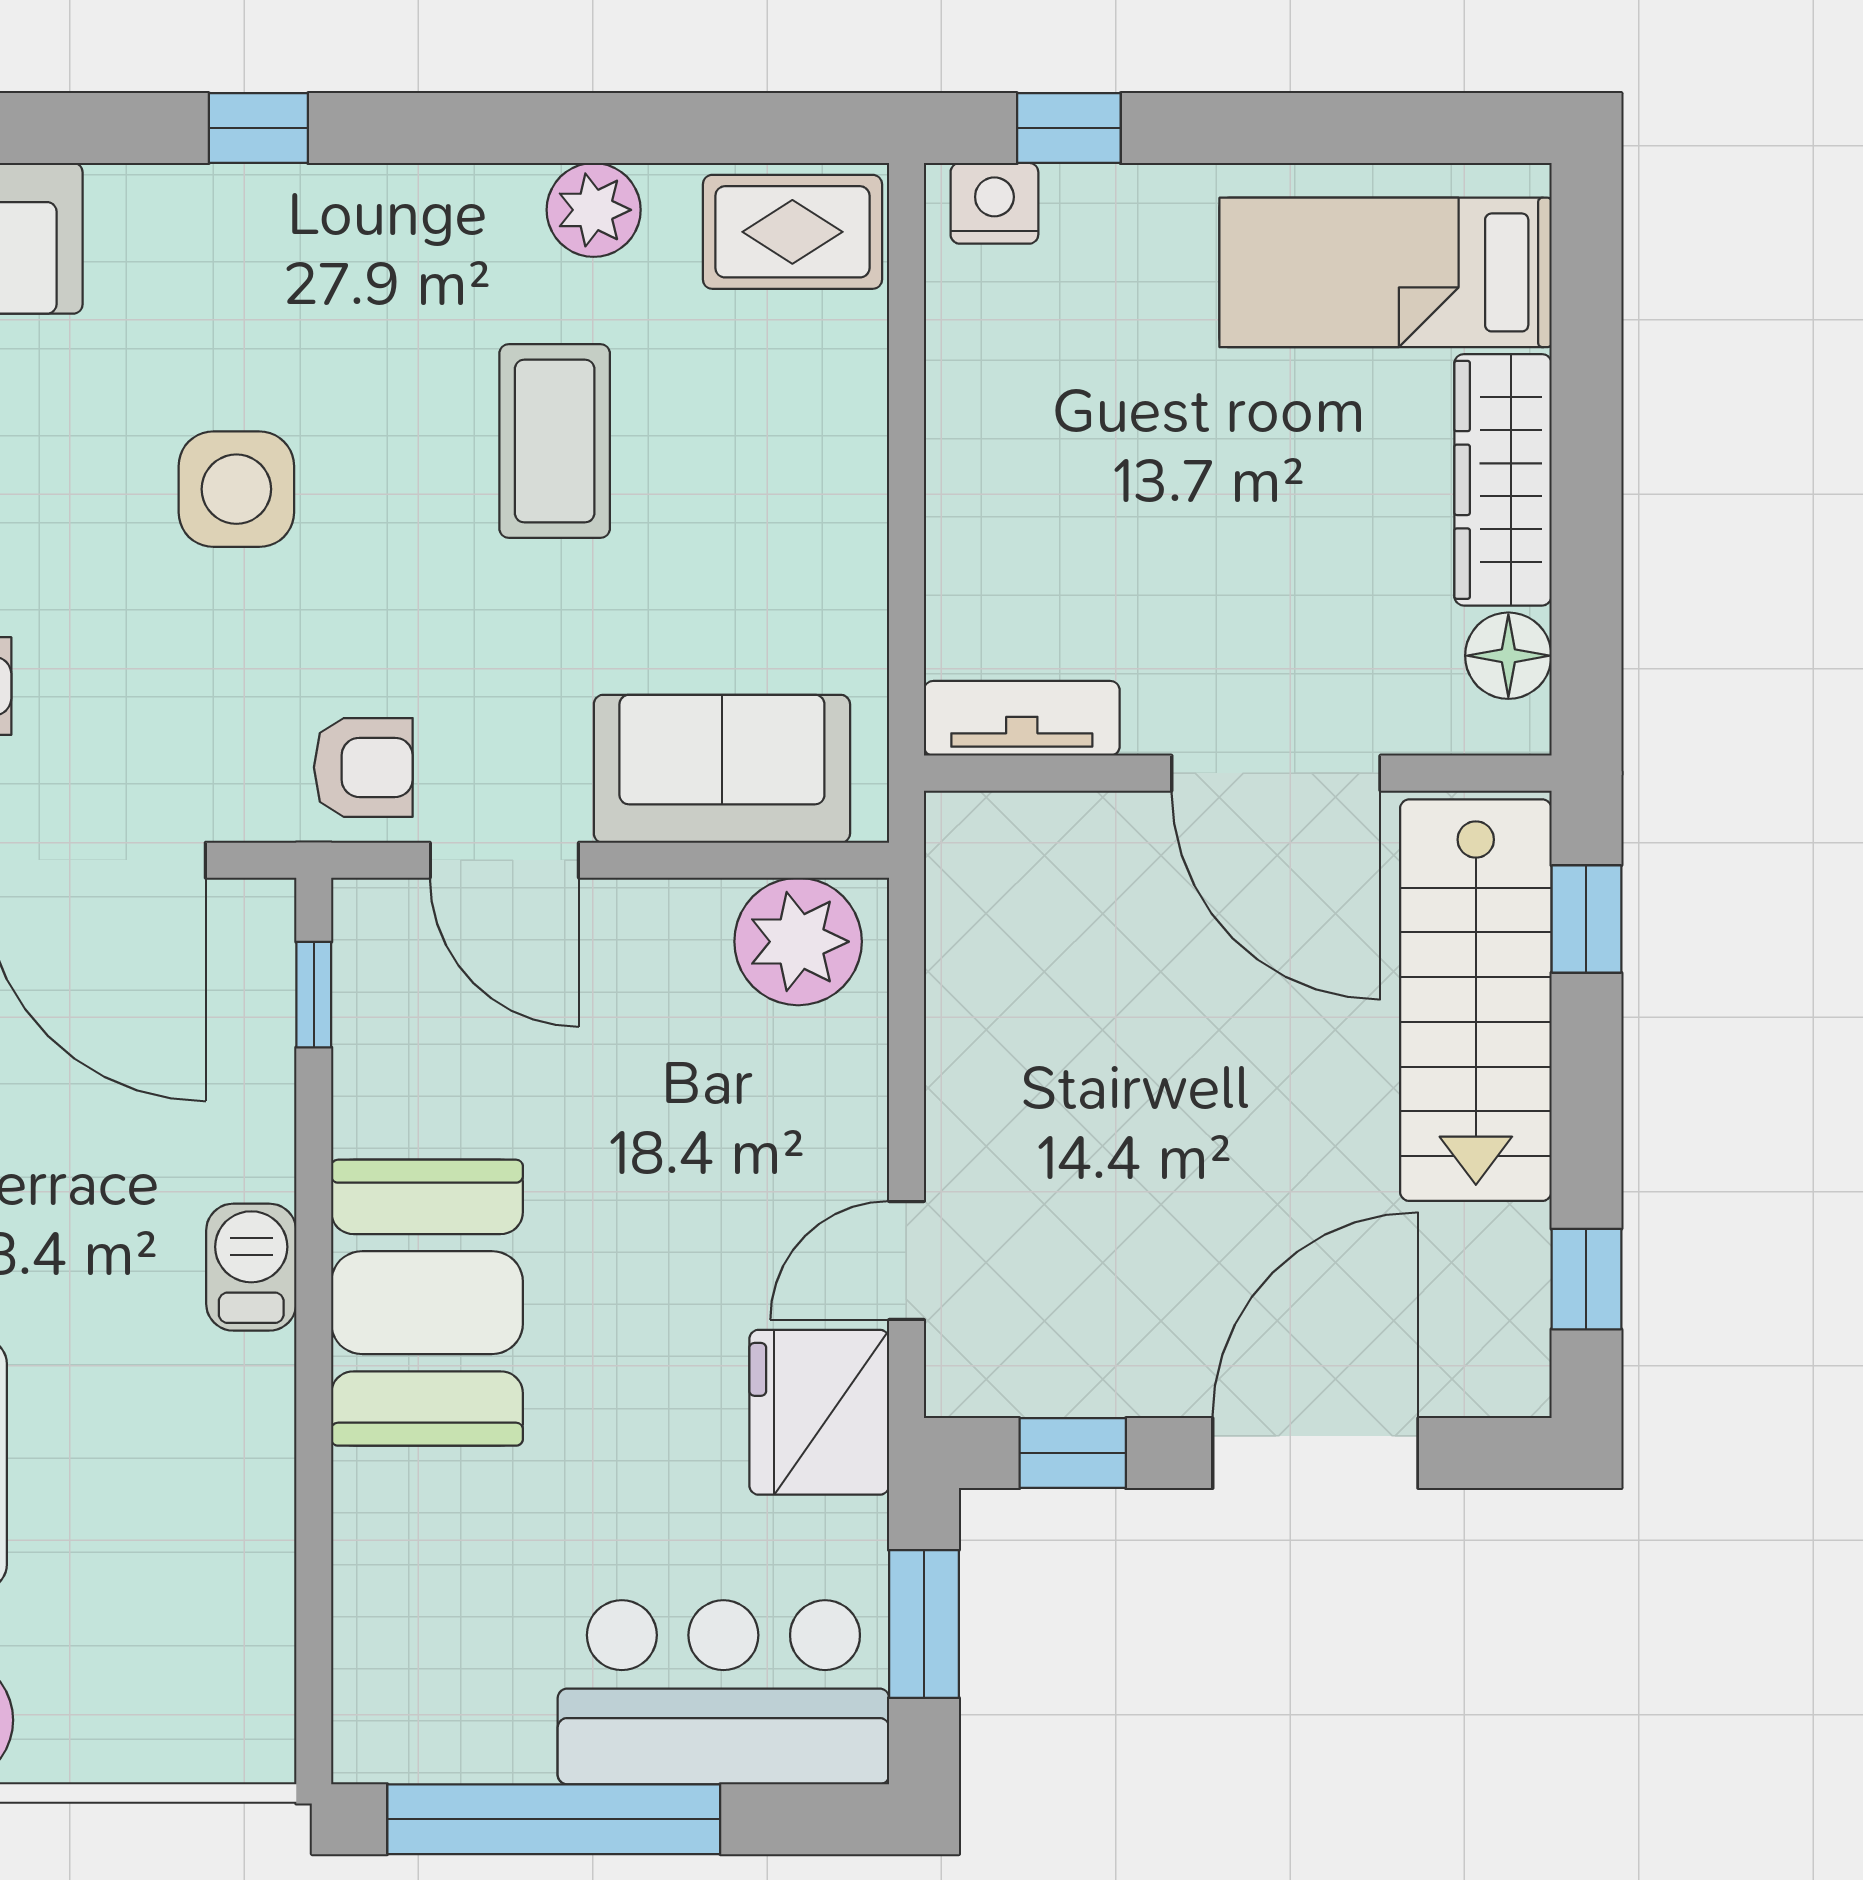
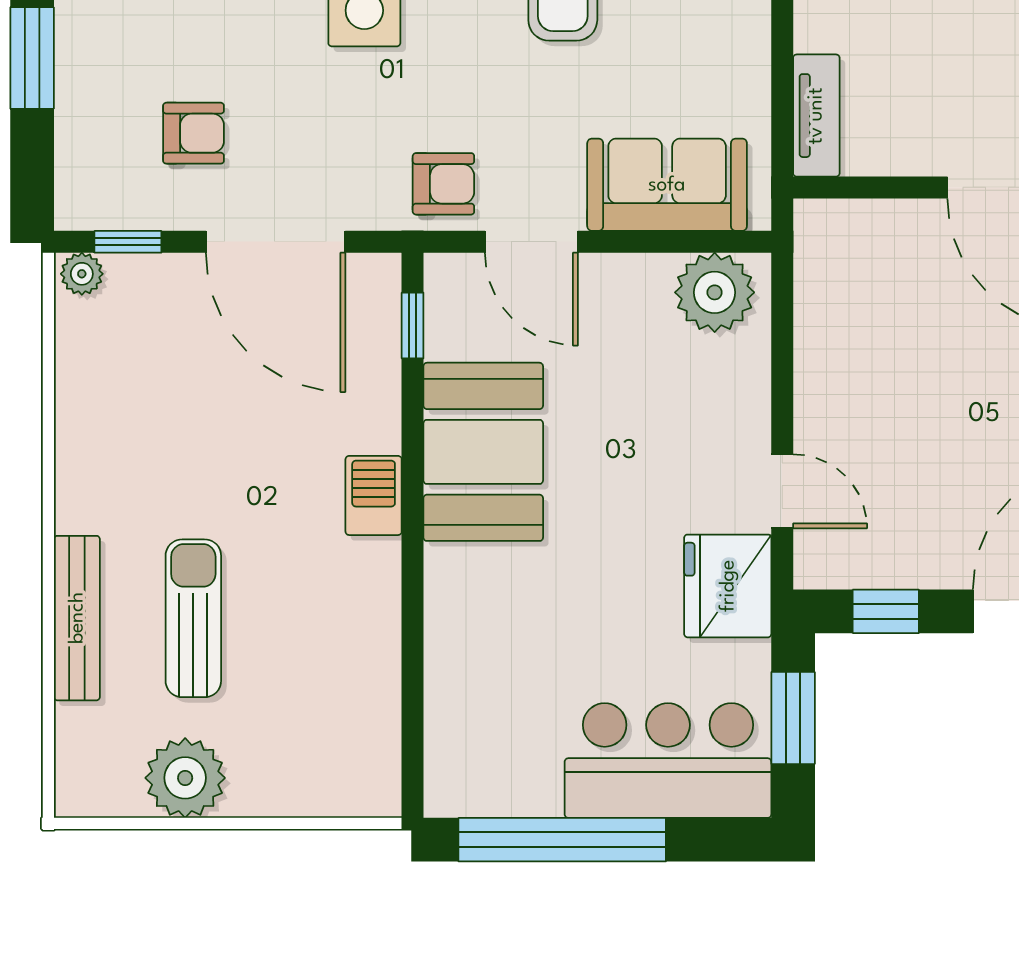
tv unit: (1022, 718) -> (816, 116), moved, turned 90
door: (906, 1261) -> (782, 491), swing flipped
booth: (427, 1303) -> (483, 452), moved

